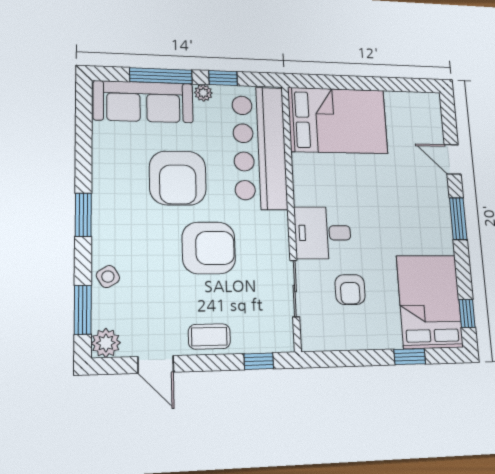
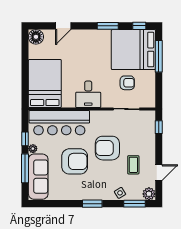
floor lamp: (427, 106) -> (36, 37), added
window: (458, 219) -> (108, 26), moved
desk: (323, 233) -> (88, 94), moved
armchair: (209, 248) -> (107, 148), turned -90
bed: (430, 301) -> (133, 50), width x1.36
coffee table: (209, 337) -> (133, 165), moved
window: (410, 357) -> (159, 56), width x2.17

